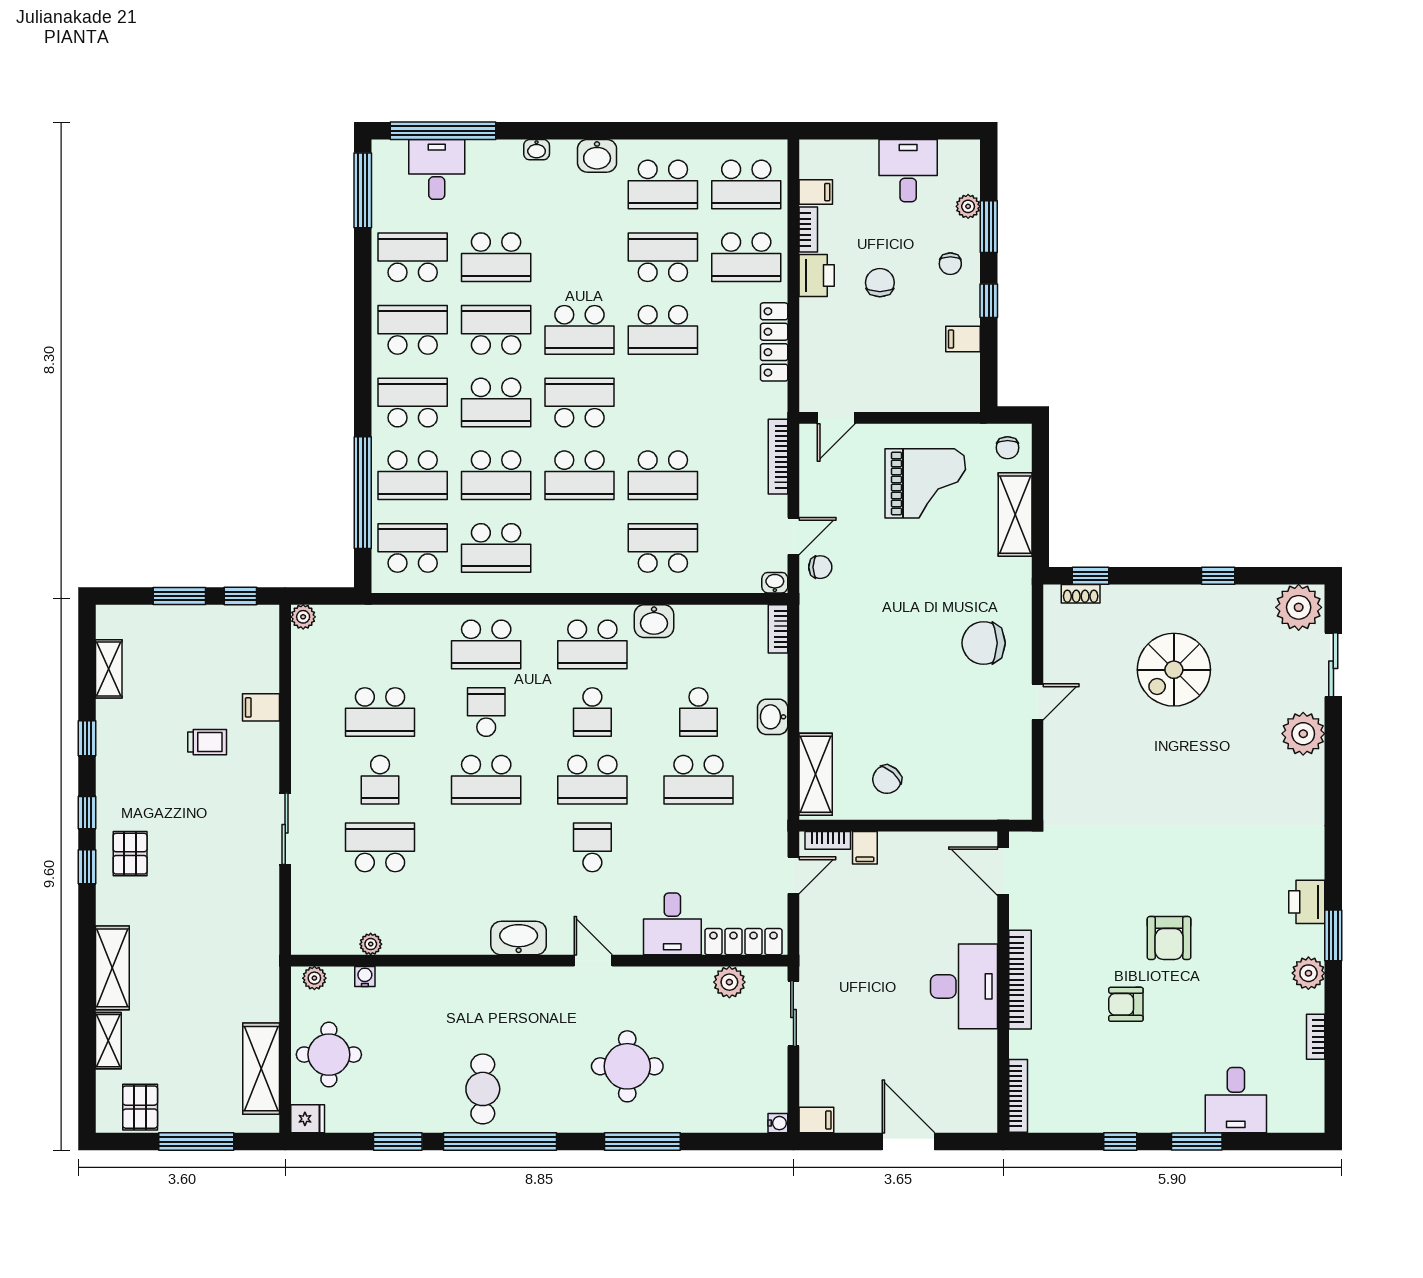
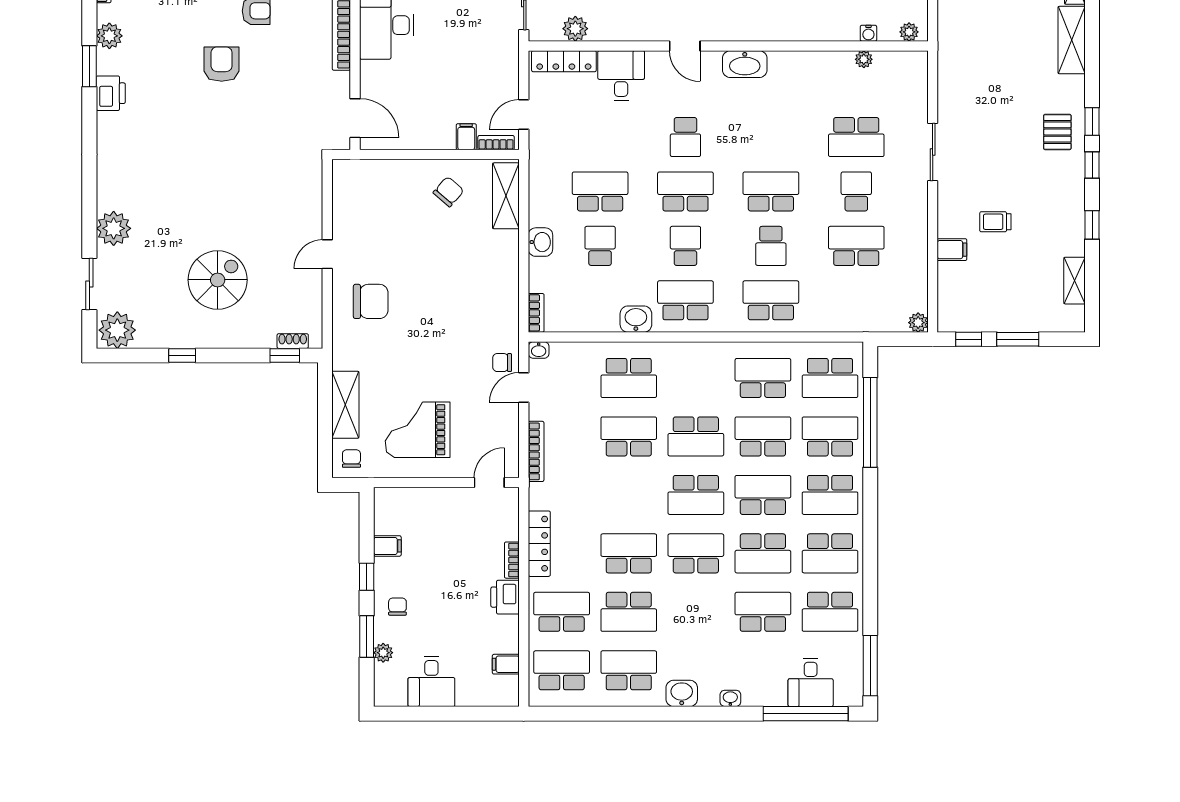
bookcase: (808, 229) -> (512, 560), moved
chair: (880, 283) -> (454, 591), removed
school desk: (579, 475) -> (696, 436), turned 180

